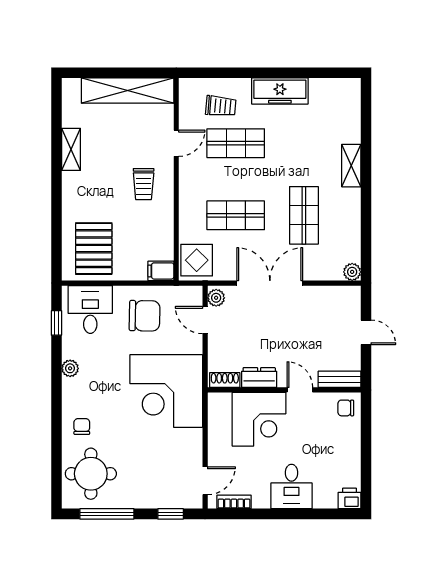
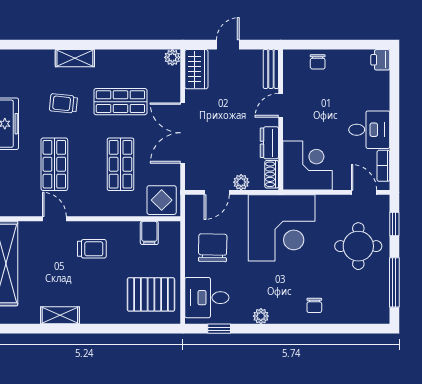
trolley: (221, 106) -> (63, 103), moved, turned -89
filing cabinet: (161, 271) -> (149, 233), moved
plant: (216, 298) -> (241, 182), moved
wardrobe: (339, 298) -> (196, 69), added
chair: (346, 408) -> (318, 62), moved
corner desk: (259, 419) -> (308, 165), moved
chair: (82, 427) -> (314, 305), turned -90
round table: (91, 474) -> (358, 246), moved
desk: (291, 487) -> (369, 130), moved

